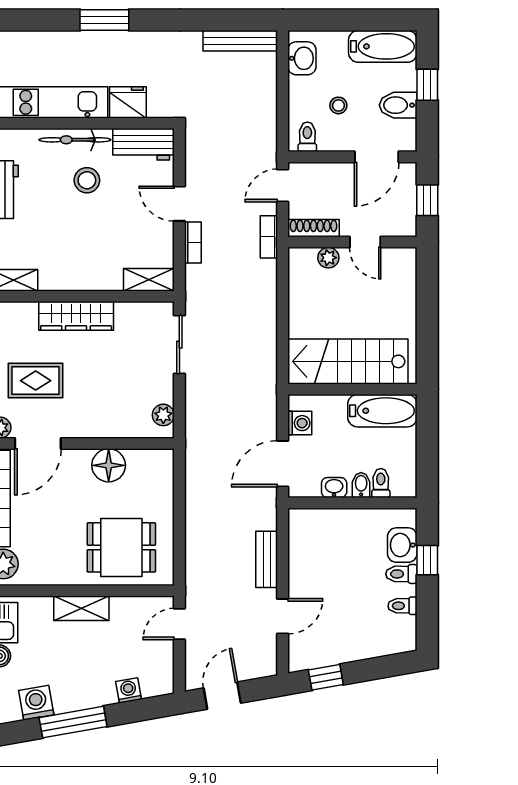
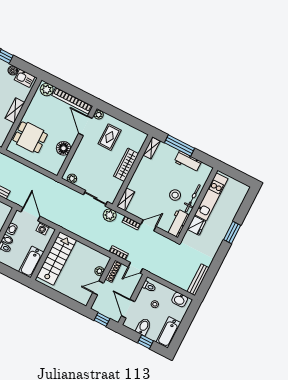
door: (283, 185) -> (135, 268), swing flipped
plant: (199, 296) -> (110, 215), added
dining table: (121, 547) -> (30, 137), turned 90

